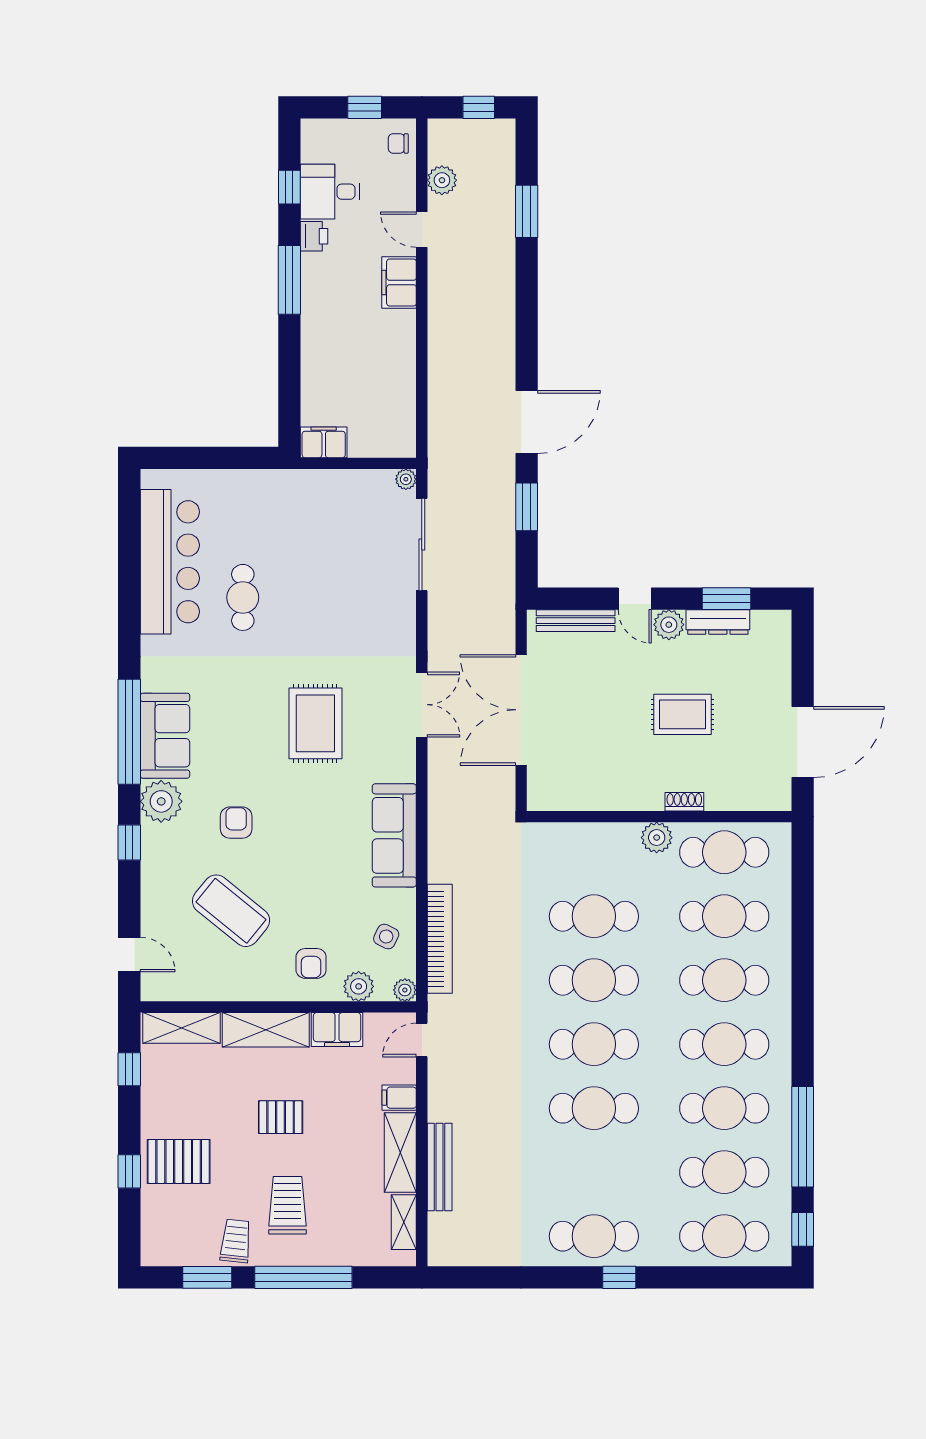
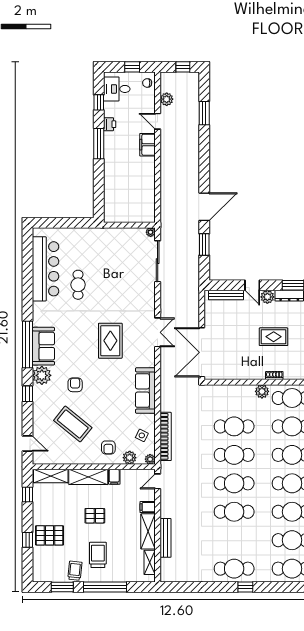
desk: (330, 192) -> (117, 89), moved
filing cabinet: (324, 442) -> (114, 216), removed
double door: (521, 710) -> (202, 352), moved
filing cabinet: (337, 1030) -> (114, 477), width x0.50

